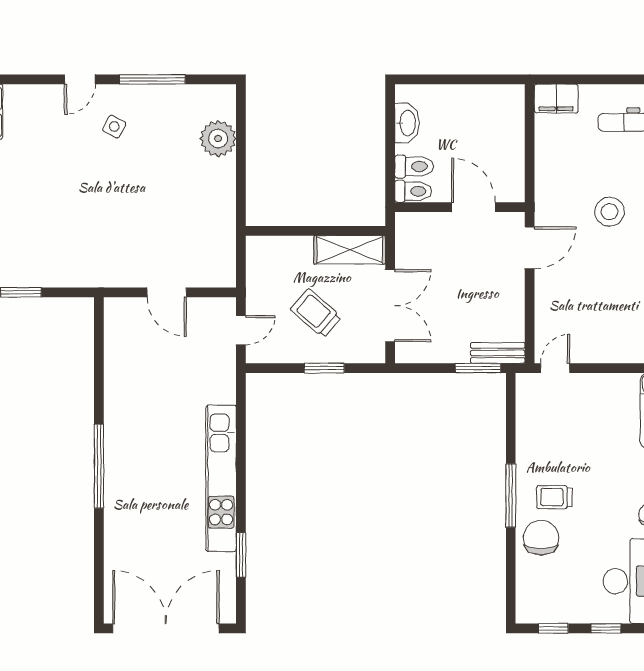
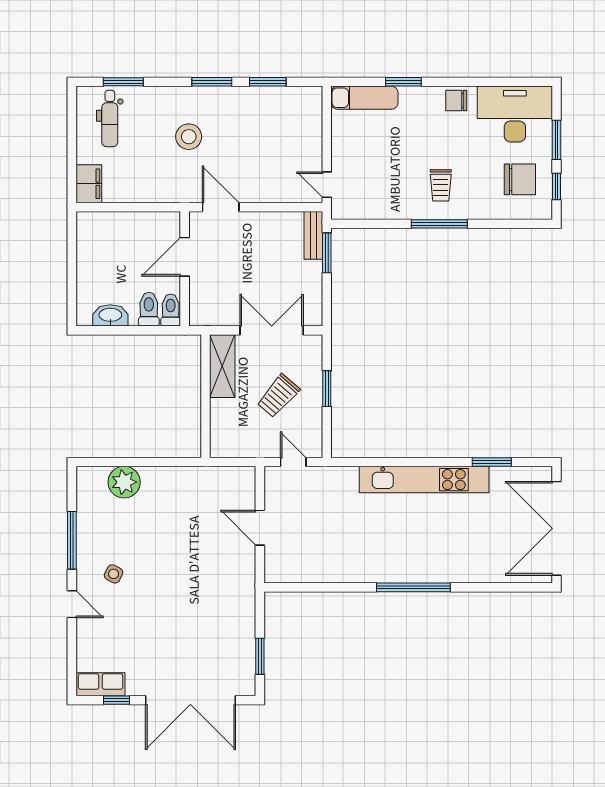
door: (167, 292) -> (260, 528), swing flipped
chair: (541, 538) -> (520, 179), moved, turned 180
window: (606, 628) -> (557, 140), width x1.50

